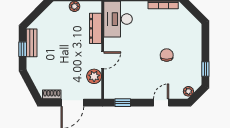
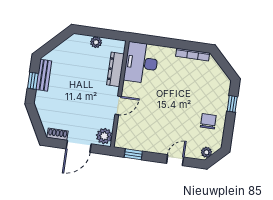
chair: (167, 55) -> (208, 121), moved
window: (205, 69) -> (232, 104), moved
plant: (94, 76) -> (104, 136), moved

